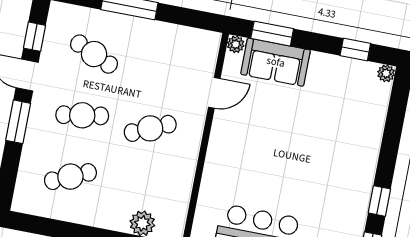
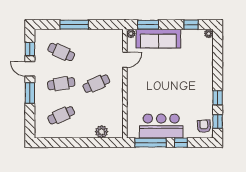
sofa: (276, 62) -> (158, 39), width x1.36

